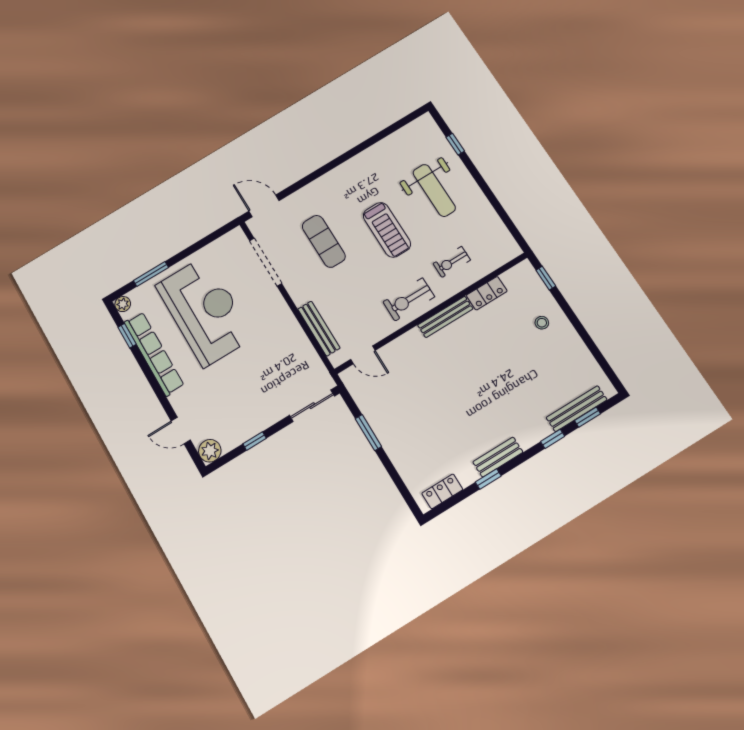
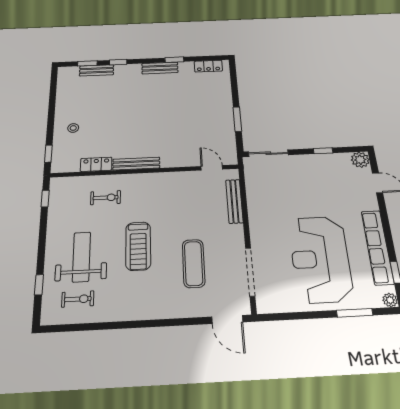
window: (512, 228) -> (45, 199), added
treadmill: (387, 230) -> (138, 246), turned 180
exercise bike: (409, 299) -> (78, 299), moved, width x0.73, depth x0.72
bench: (577, 409) -> (97, 70), width x0.73

